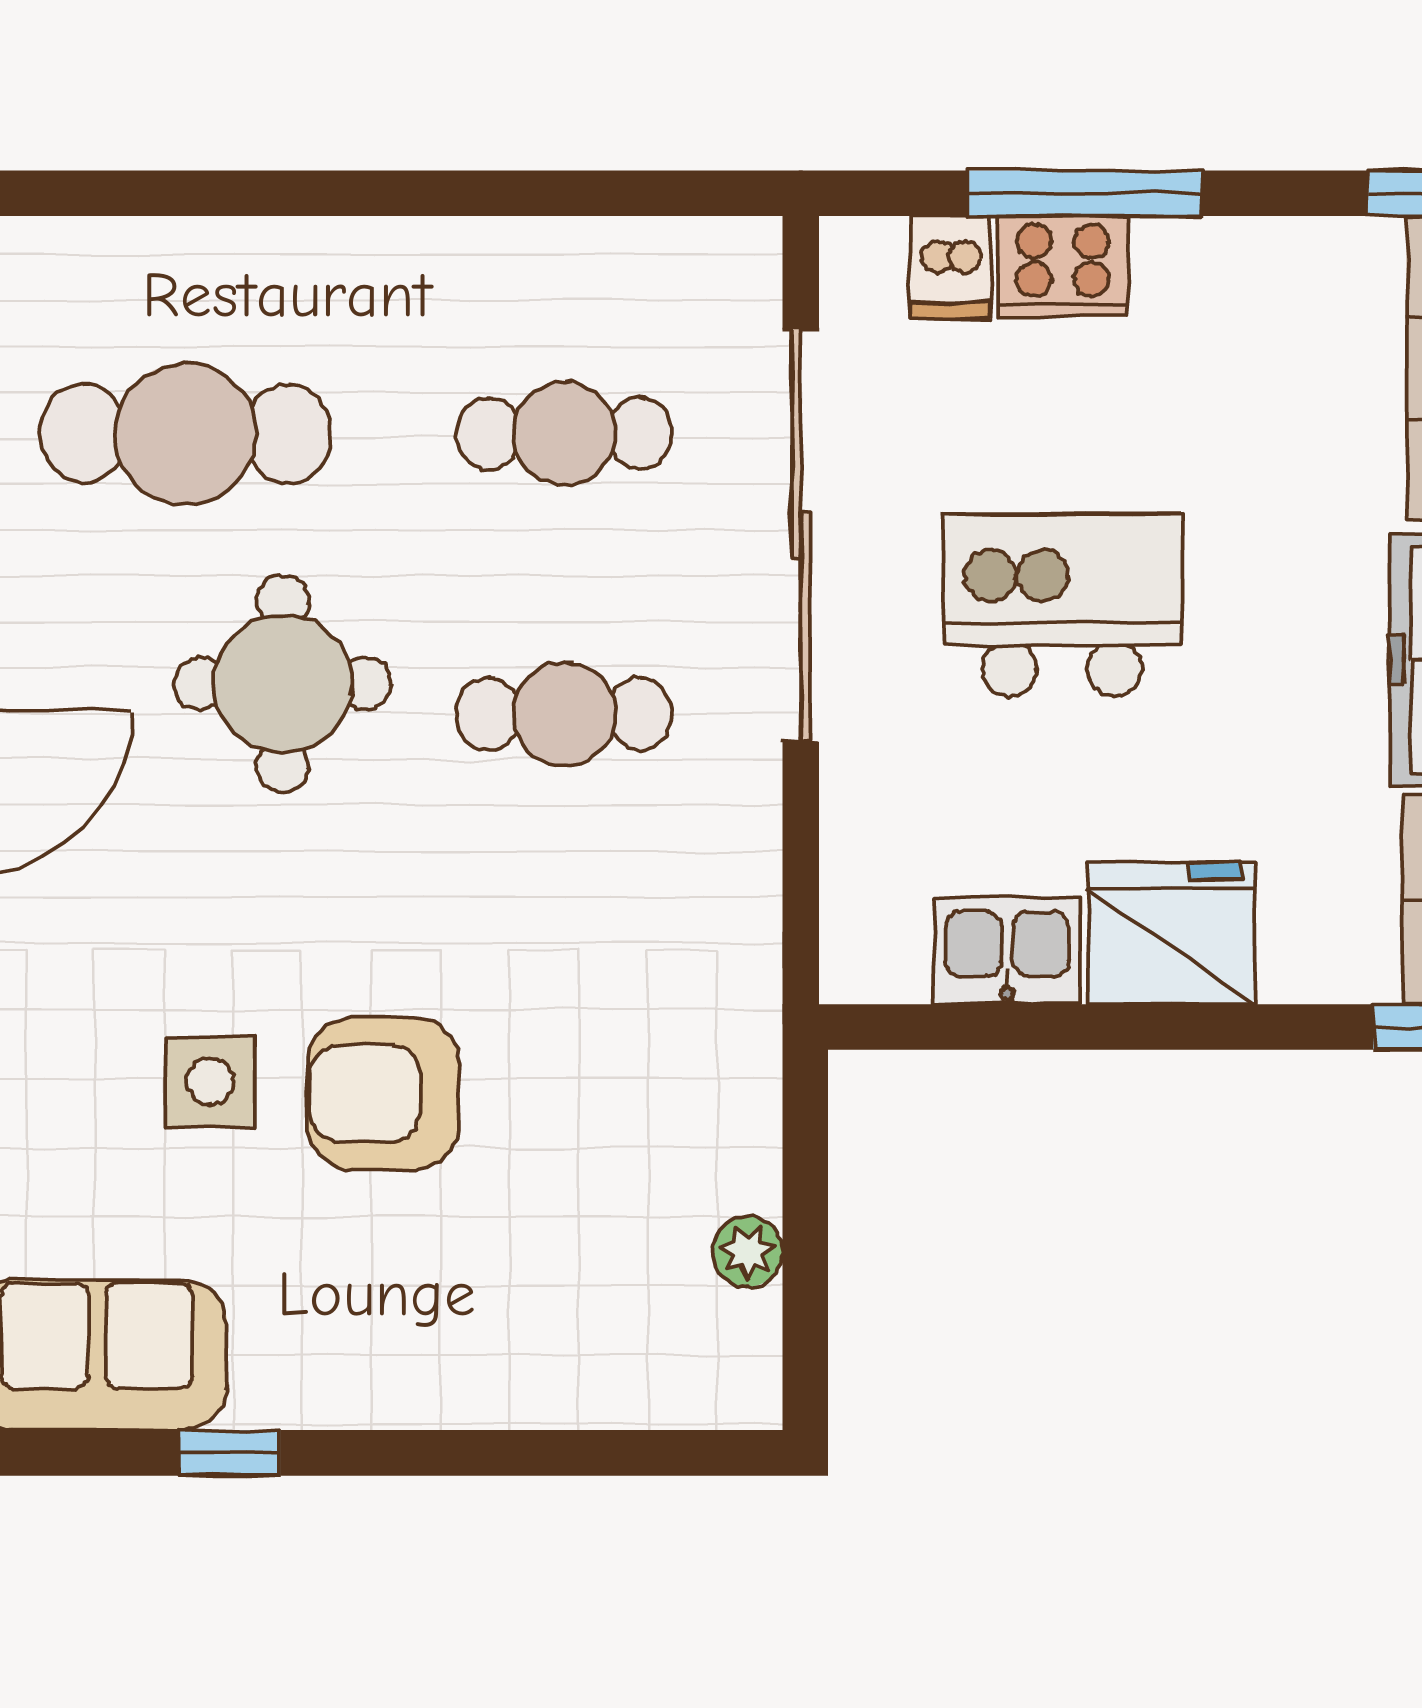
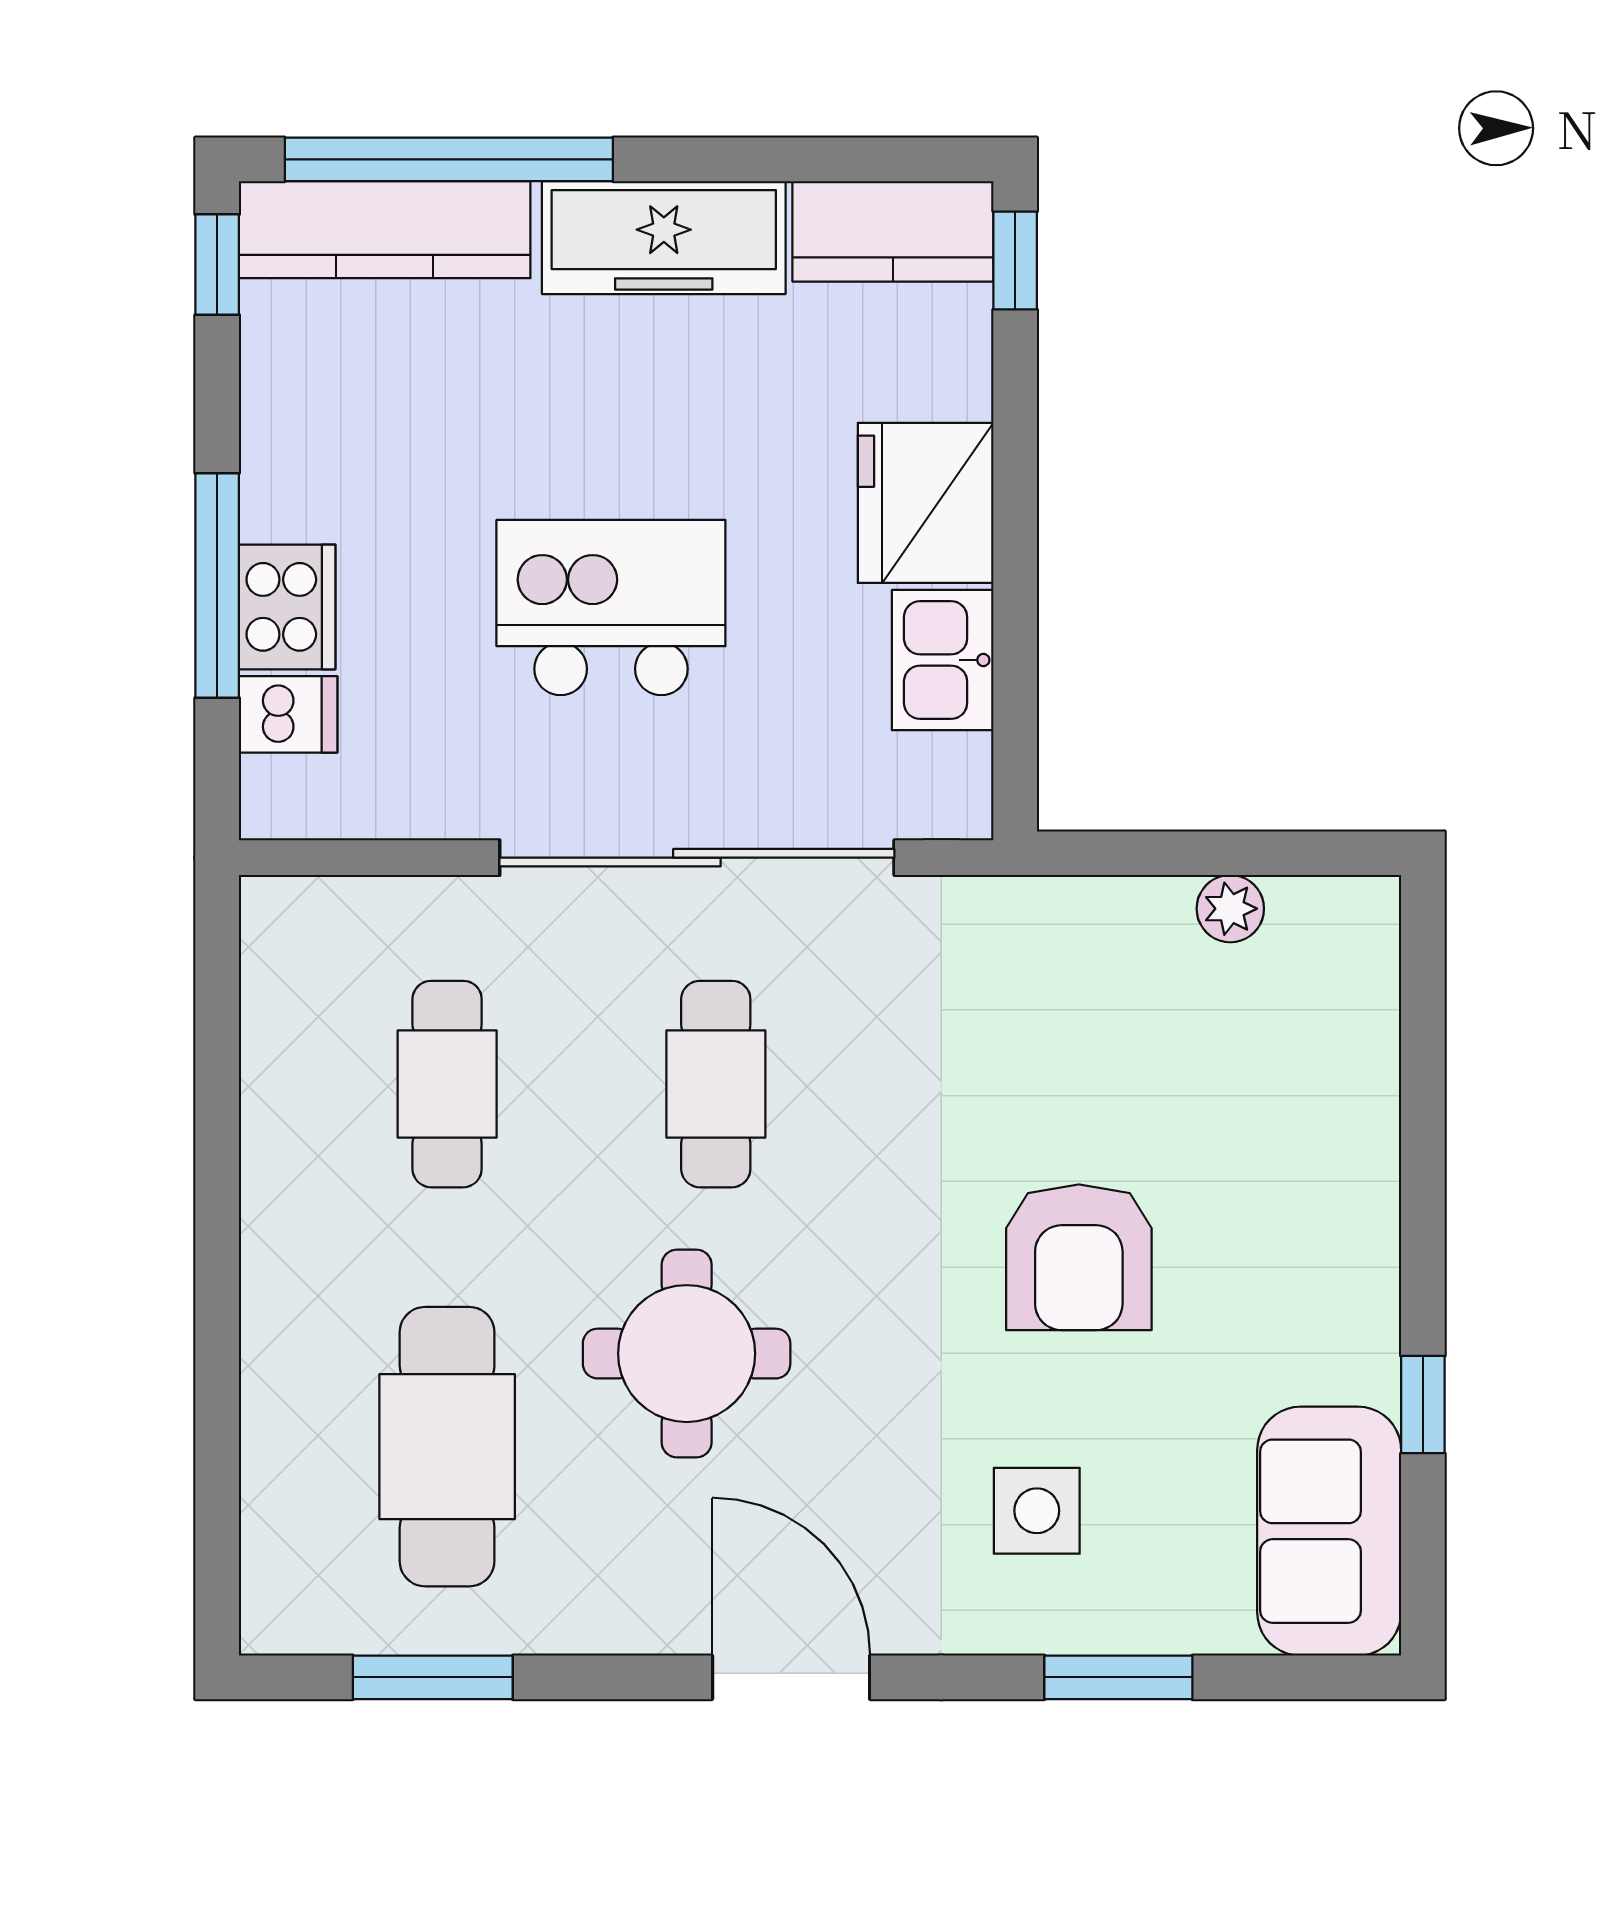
sliding door: (801, 536) -> (697, 858), moved
kitchen island: (1062, 605) -> (611, 608), turned 90
side table: (210, 1082) -> (1037, 1511), moved

